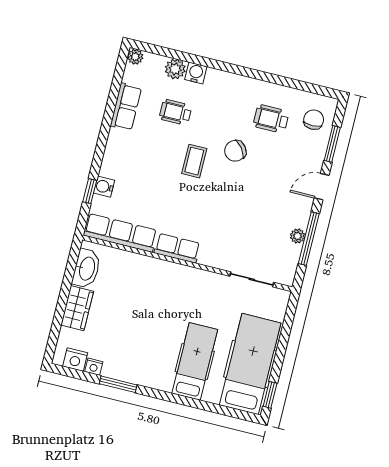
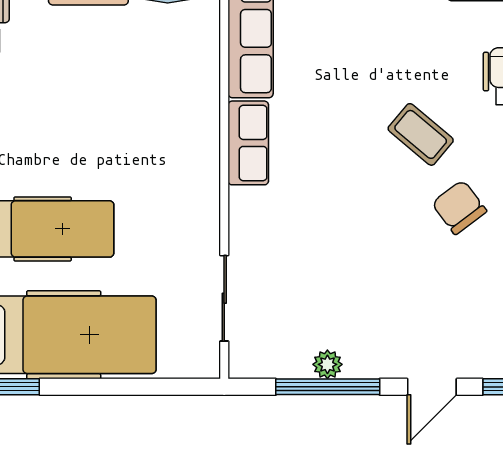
coffee table: (194, 161) -> (421, 134), turned 40
door: (322, 187) -> (432, 387), swing flipped

